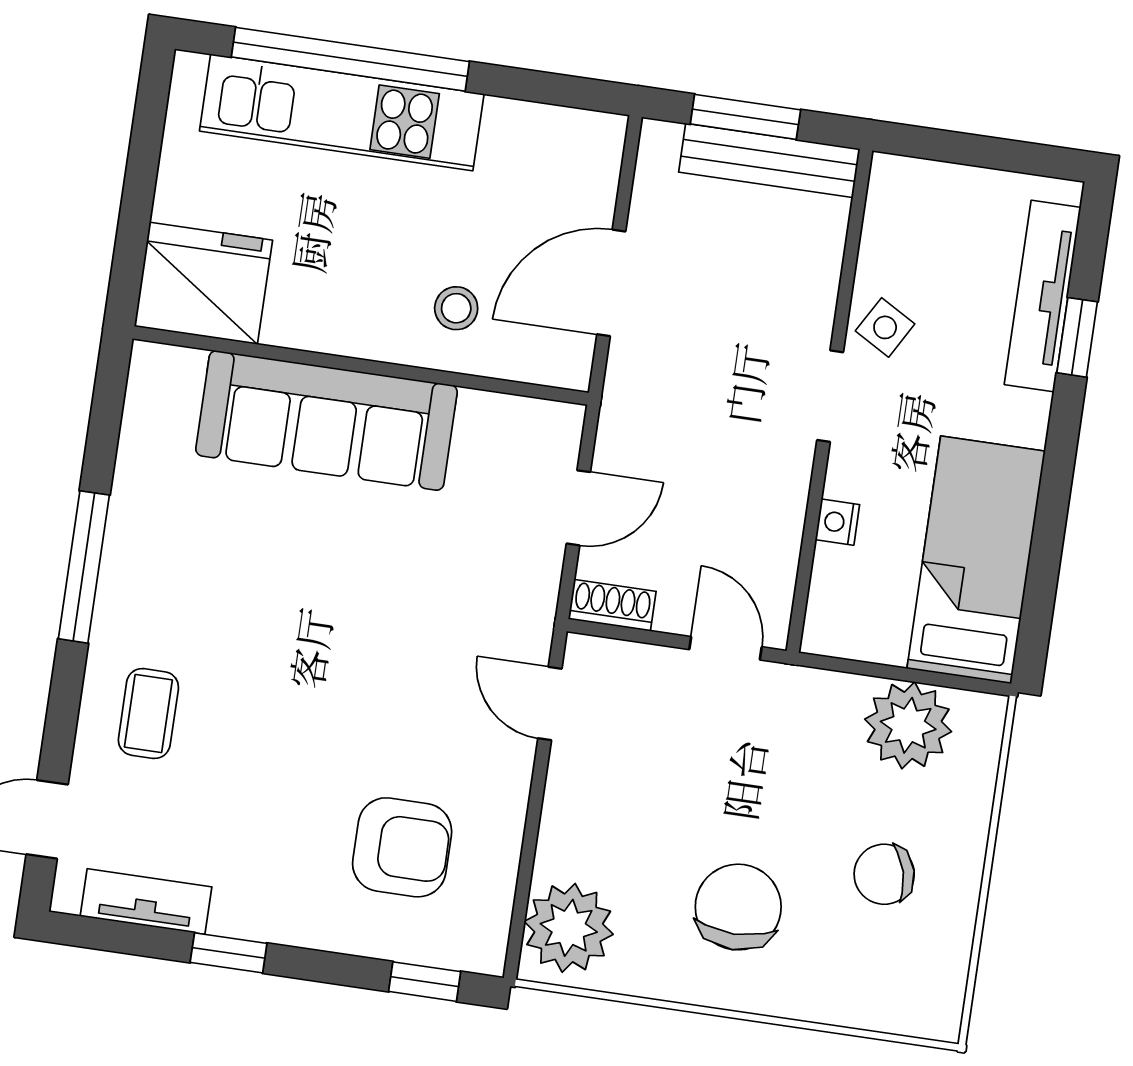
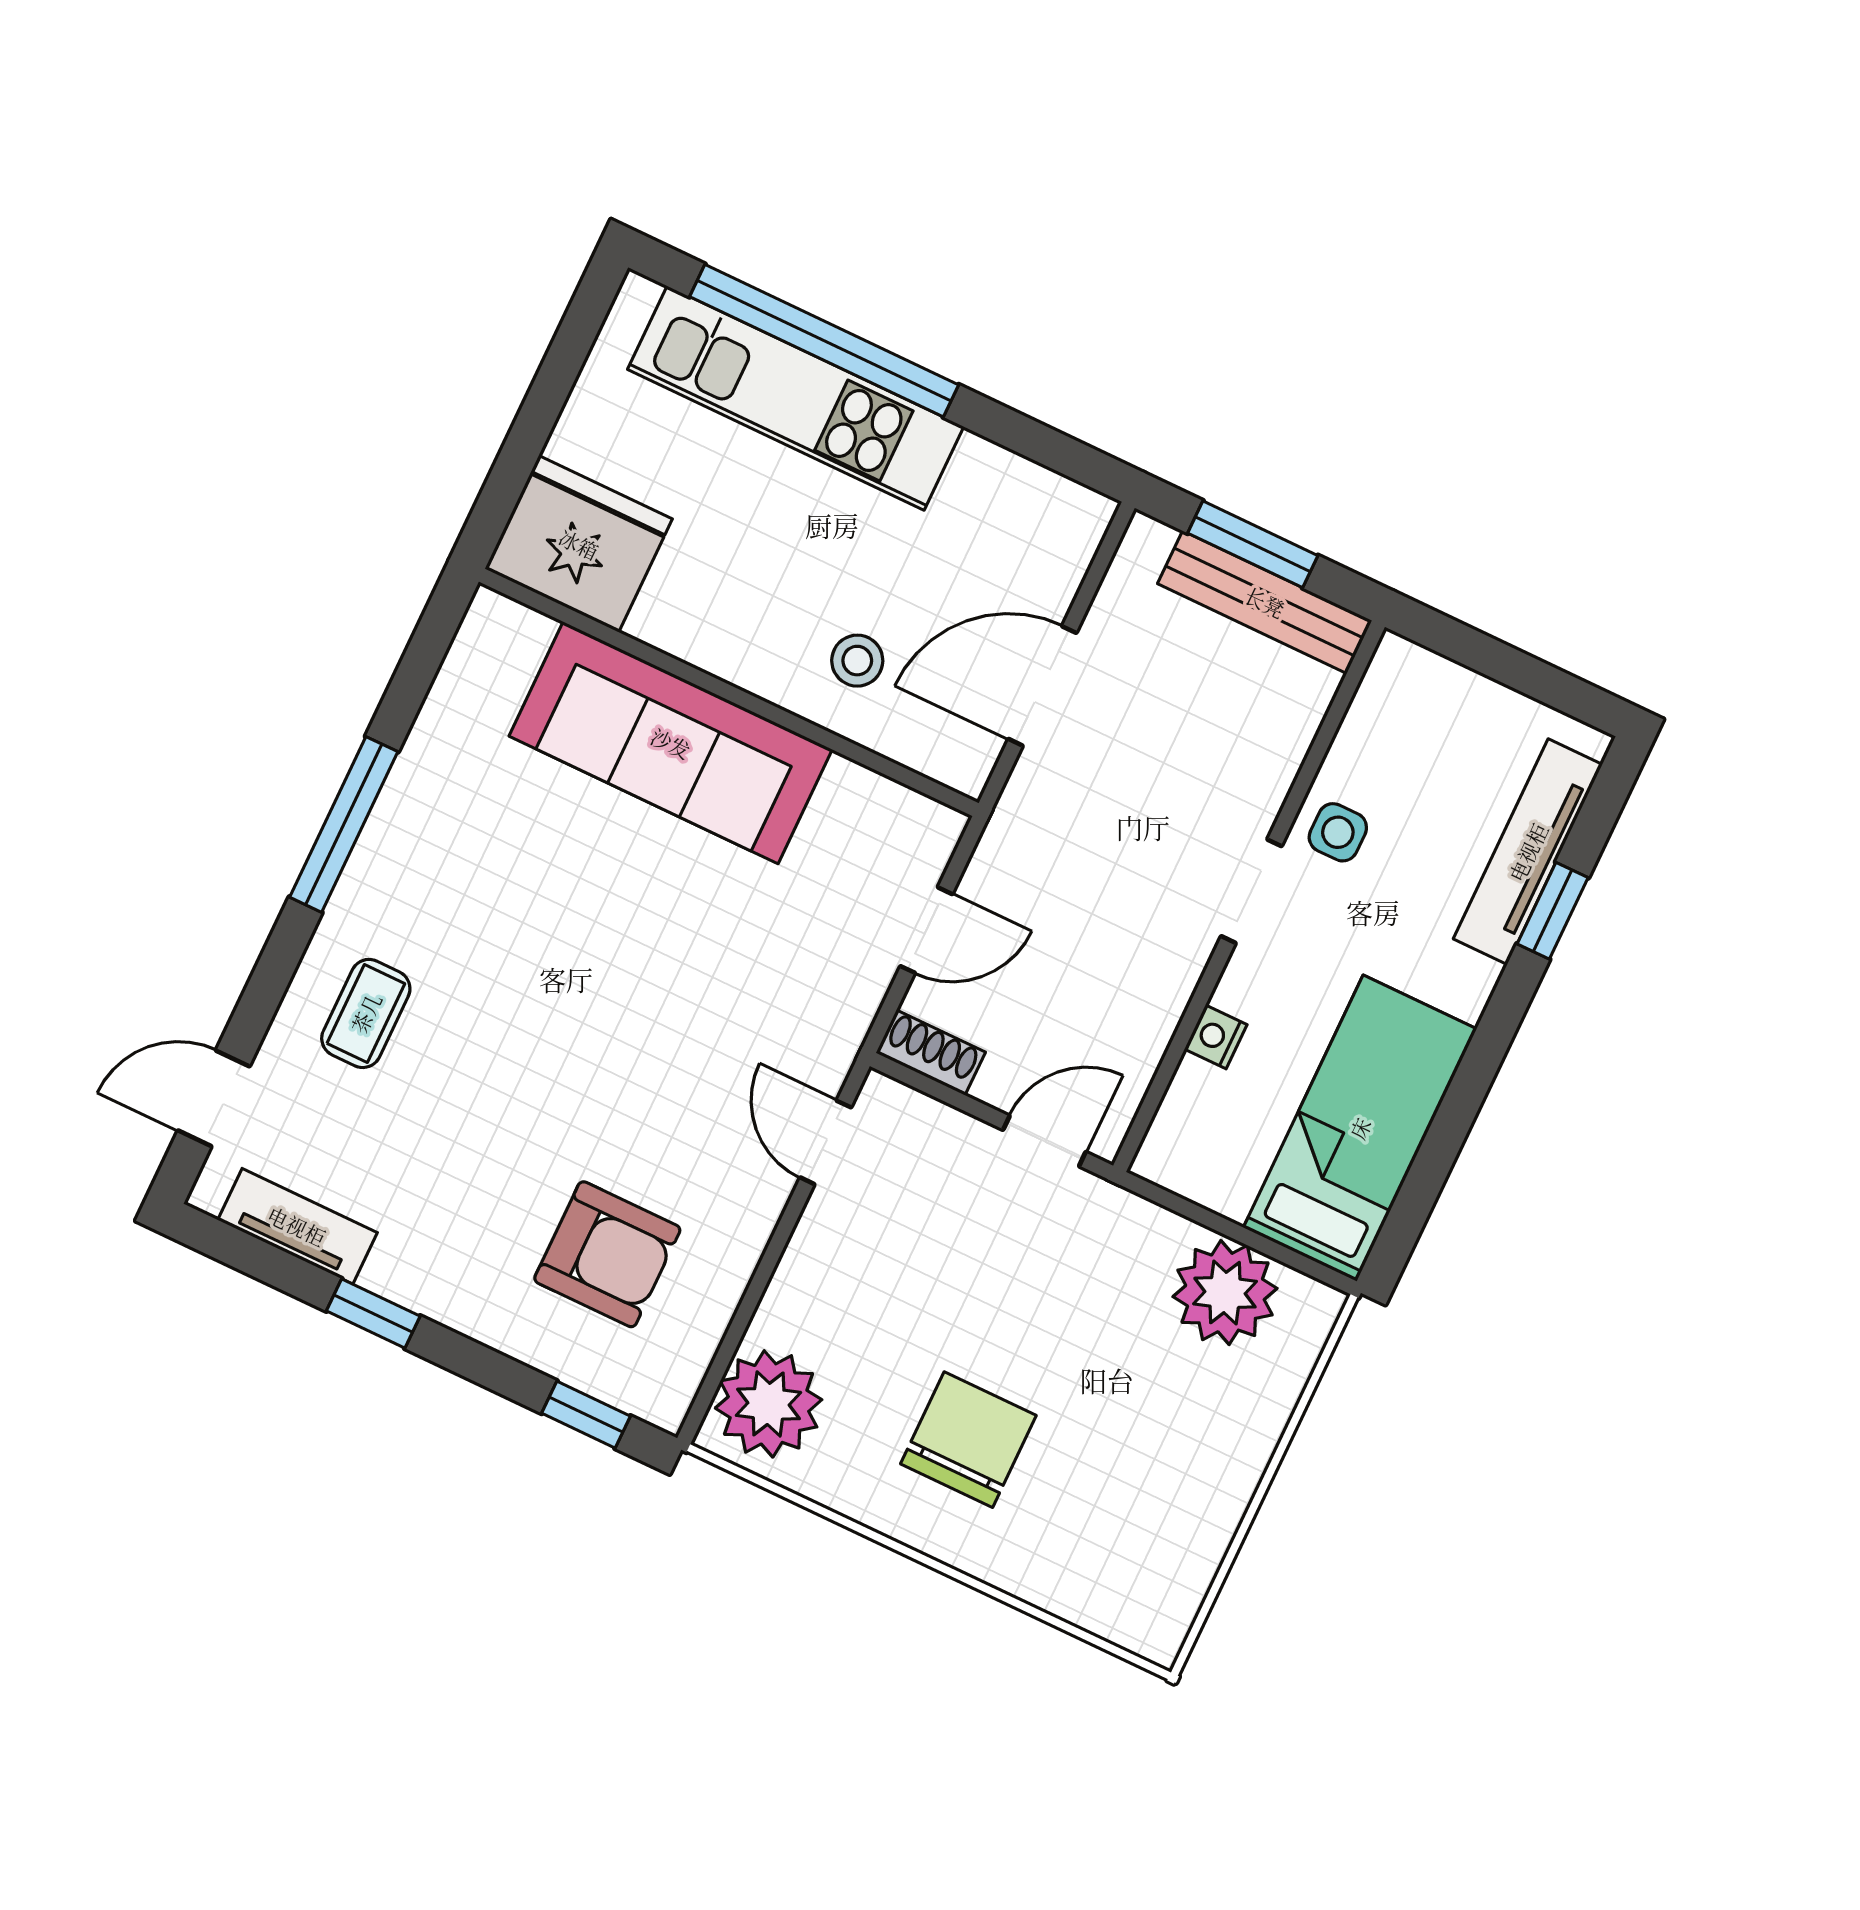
side table: (885, 327) -> (1338, 832), turned -30
door: (725, 648) -> (1044, 1141), hinge flipped
chair: (884, 874) -> (1146, 1453), removed

